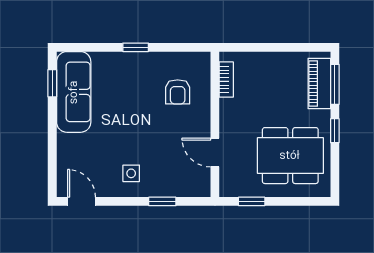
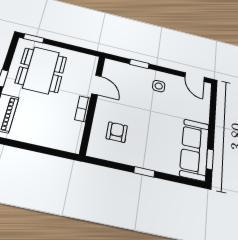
bookcase: (226, 80) -> (83, 109), moved
dining table: (290, 156) -> (41, 70), turned 90
window: (252, 201) -> (34, 38), moved

